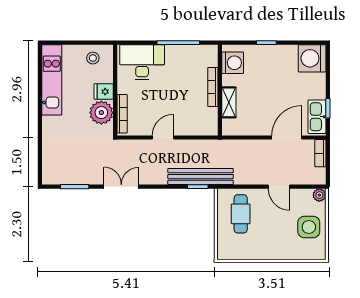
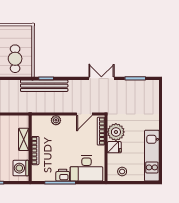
printer: (175, 53) -> (63, 175), added
plant: (184, 129) -> (56, 120), added
door: (163, 138) -> (84, 114), moved
double door: (121, 187) -> (101, 78), swing flipped

